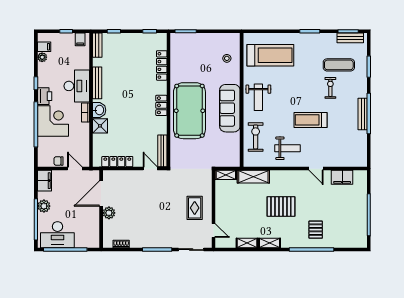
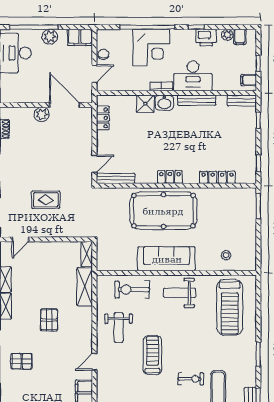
printer: (45, 96) -> (206, 38), moved
exercise bike: (256, 137) -> (132, 290), turned 180
locker: (117, 162) -> (103, 118), width x0.66
pallet: (281, 206) -> (49, 320), width x0.67, depth x0.71
rug: (195, 208) -> (46, 200), moved

